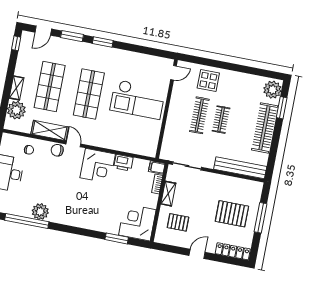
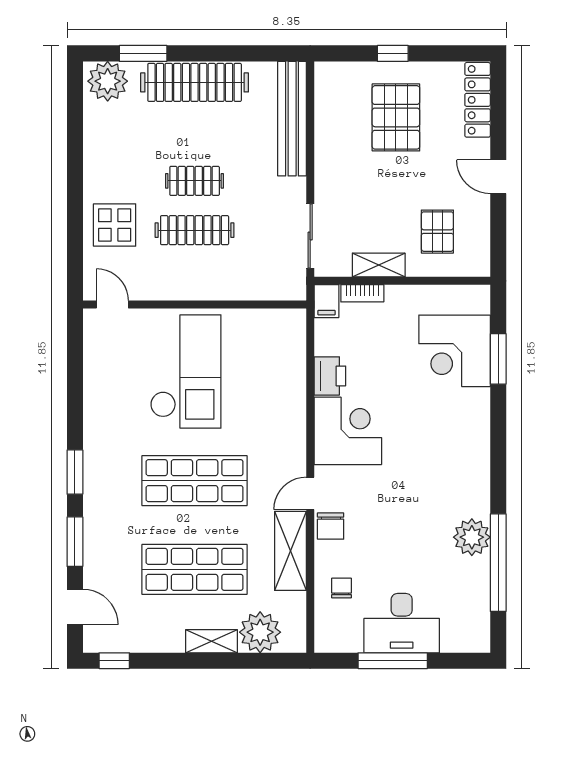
window: (260, 218) -> (393, 53), width x0.46
corner desk: (137, 222) -> (455, 351), moved

